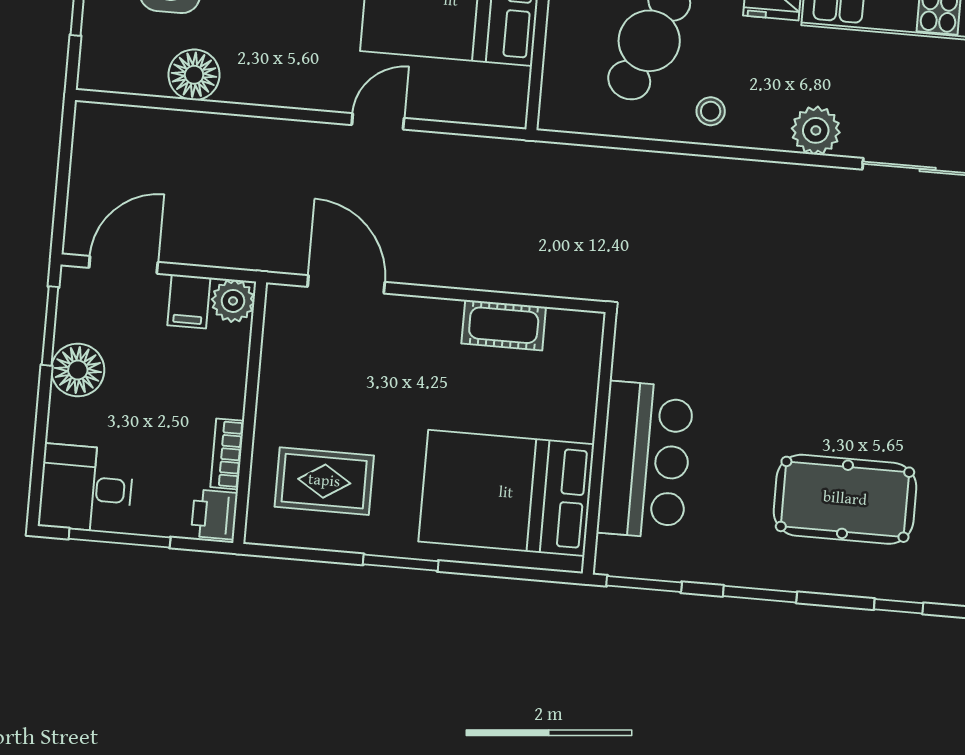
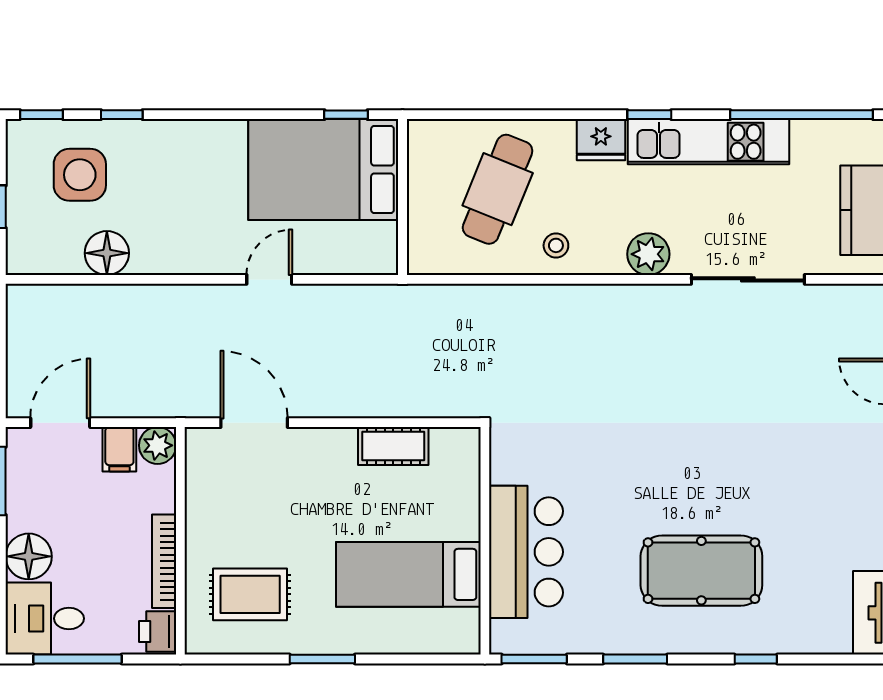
floor lamp: (78, 370) -> (29, 556), moved
bookcase: (227, 454) -> (164, 561), width x1.56
bed: (506, 493) -> (408, 574), width x0.67

